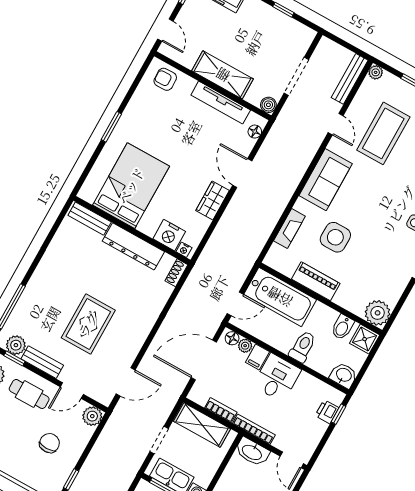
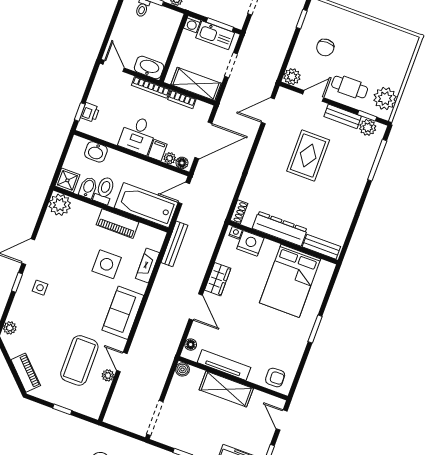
plant: (376, 72) -> (108, 375), moved
doorway: (296, 76) -> (155, 418), moved
bench: (350, 79) -> (174, 244), moved
toilet: (303, 347) -> (104, 190), moved, turned 180
washbasin: (344, 375) -> (96, 152), moved

